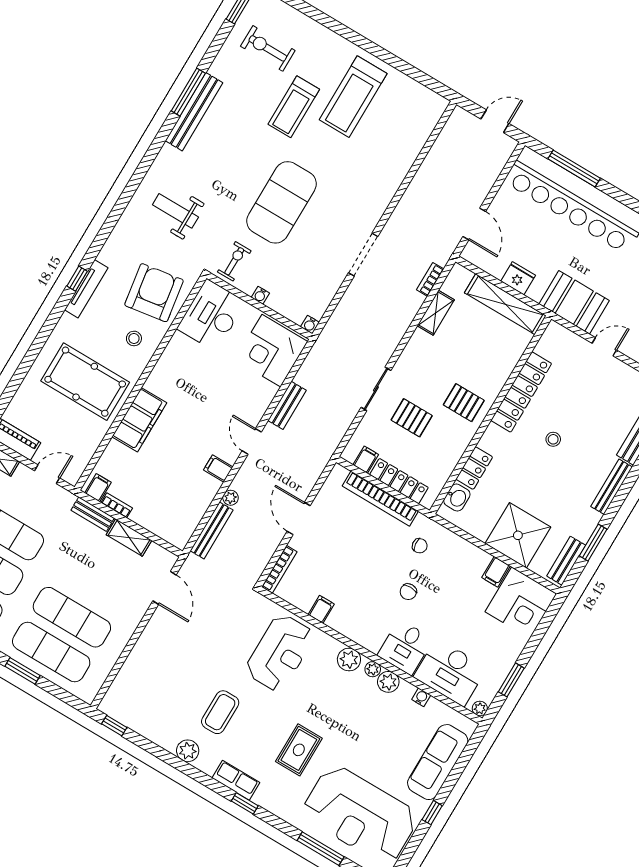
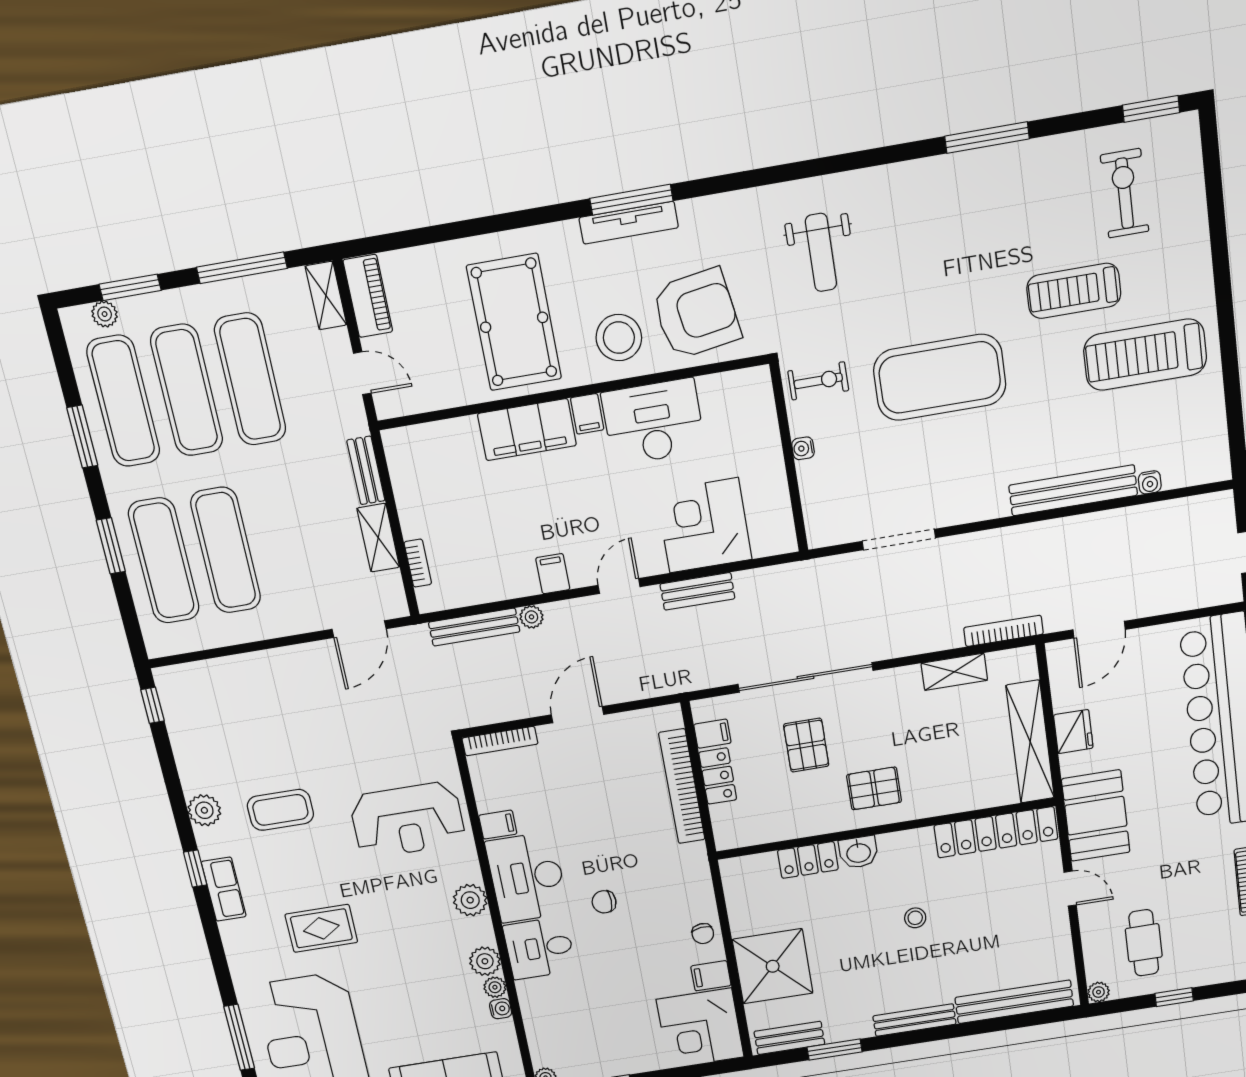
bench: (194, 112) -> (1073, 490), moved
weight bench: (175, 211) -> (821, 252), turned 180
doorway: (363, 255) -> (899, 540), moved
window: (77, 279) -> (631, 200), width x2.17
bookcase: (430, 279) -> (1003, 631), width x1.56
desk: (211, 315) -> (653, 422), moved
water cooler: (310, 325) -> (1150, 482), moved, turned -90
stool: (134, 338) -> (619, 338), width x1.89, depth x1.89
corner desk: (271, 351) -> (704, 525), moved
sliding door: (376, 389) -> (805, 677), width x1.86
locker: (521, 392) -> (996, 832), moved
pallet: (464, 403) -> (874, 788), turned 90
locker: (399, 481) -> (718, 776), width x0.66
filing cabinet: (98, 488) -> (587, 414), moved, turned 90
washbasin: (457, 498) -> (858, 852), moved
bookcase: (117, 505) -> (418, 563), moved
chair: (420, 546) -> (703, 934), moved
plant: (373, 669) -> (495, 987), moved
desk: (450, 672) -> (527, 877), moved
window: (245, 803) -> (195, 869), moved

